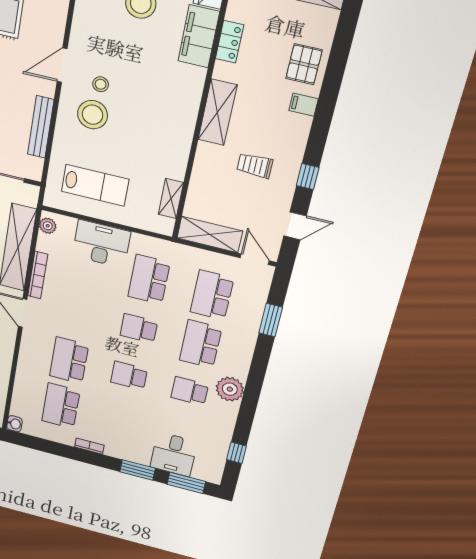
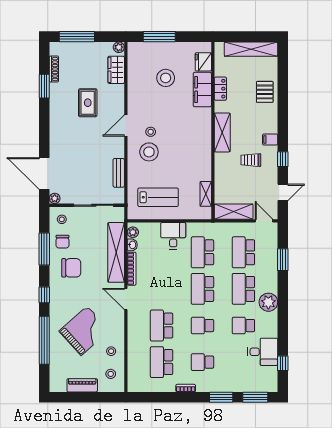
filing cabinet: (304, 105) -> (270, 140), moved
bench: (41, 127) -> (119, 173), width x0.73
desk: (101, 244) -> (173, 236), width x0.73
school desk: (139, 328) -> (202, 289), width x1.85
plant: (230, 389) -> (268, 302), moved
school desk: (120, 421) -> (202, 362), added
washbasin: (14, 424) -> (132, 245), moved
desk: (174, 454) -> (263, 352), moved, turned -90

